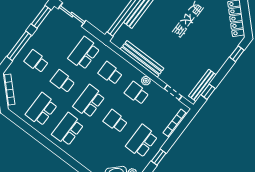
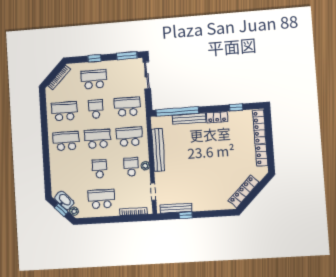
window: (19, 46) -> (94, 58), width x0.46
window: (237, 54) -> (219, 213), removed
school desk: (36, 61) -> (94, 79), width x1.85
school desk: (110, 73) -> (129, 137), width x1.85
window: (208, 92) -> (186, 215), moved
window: (159, 157) -> (100, 220), removed

